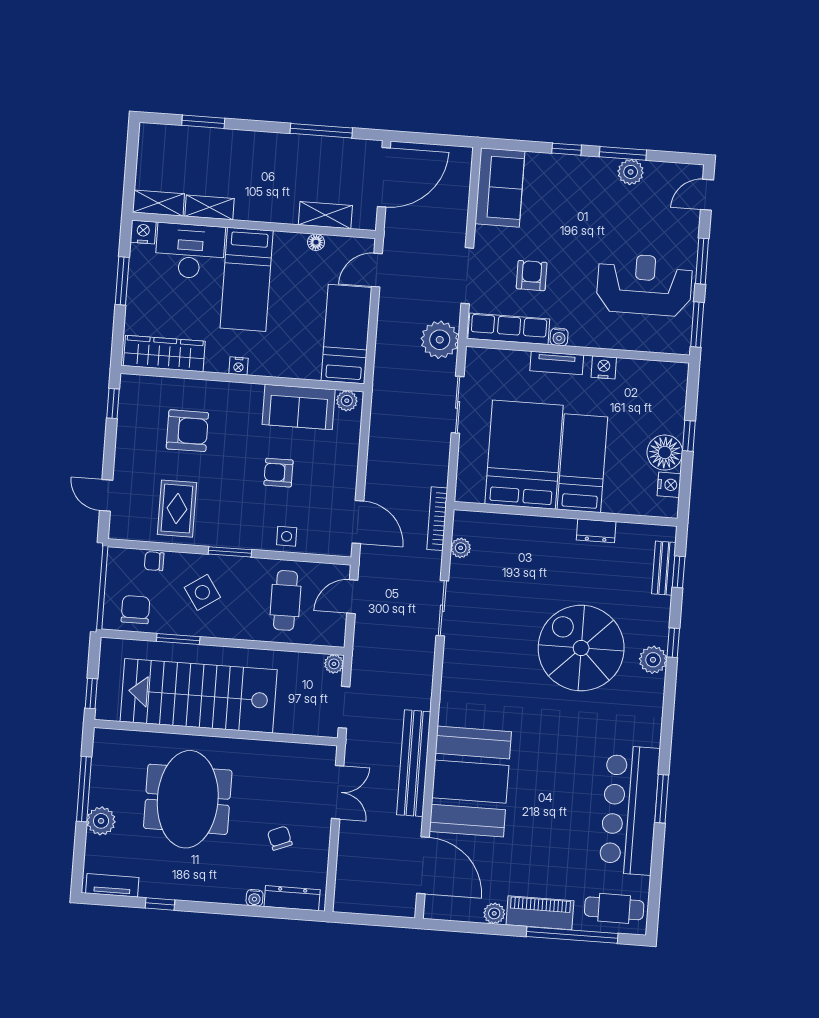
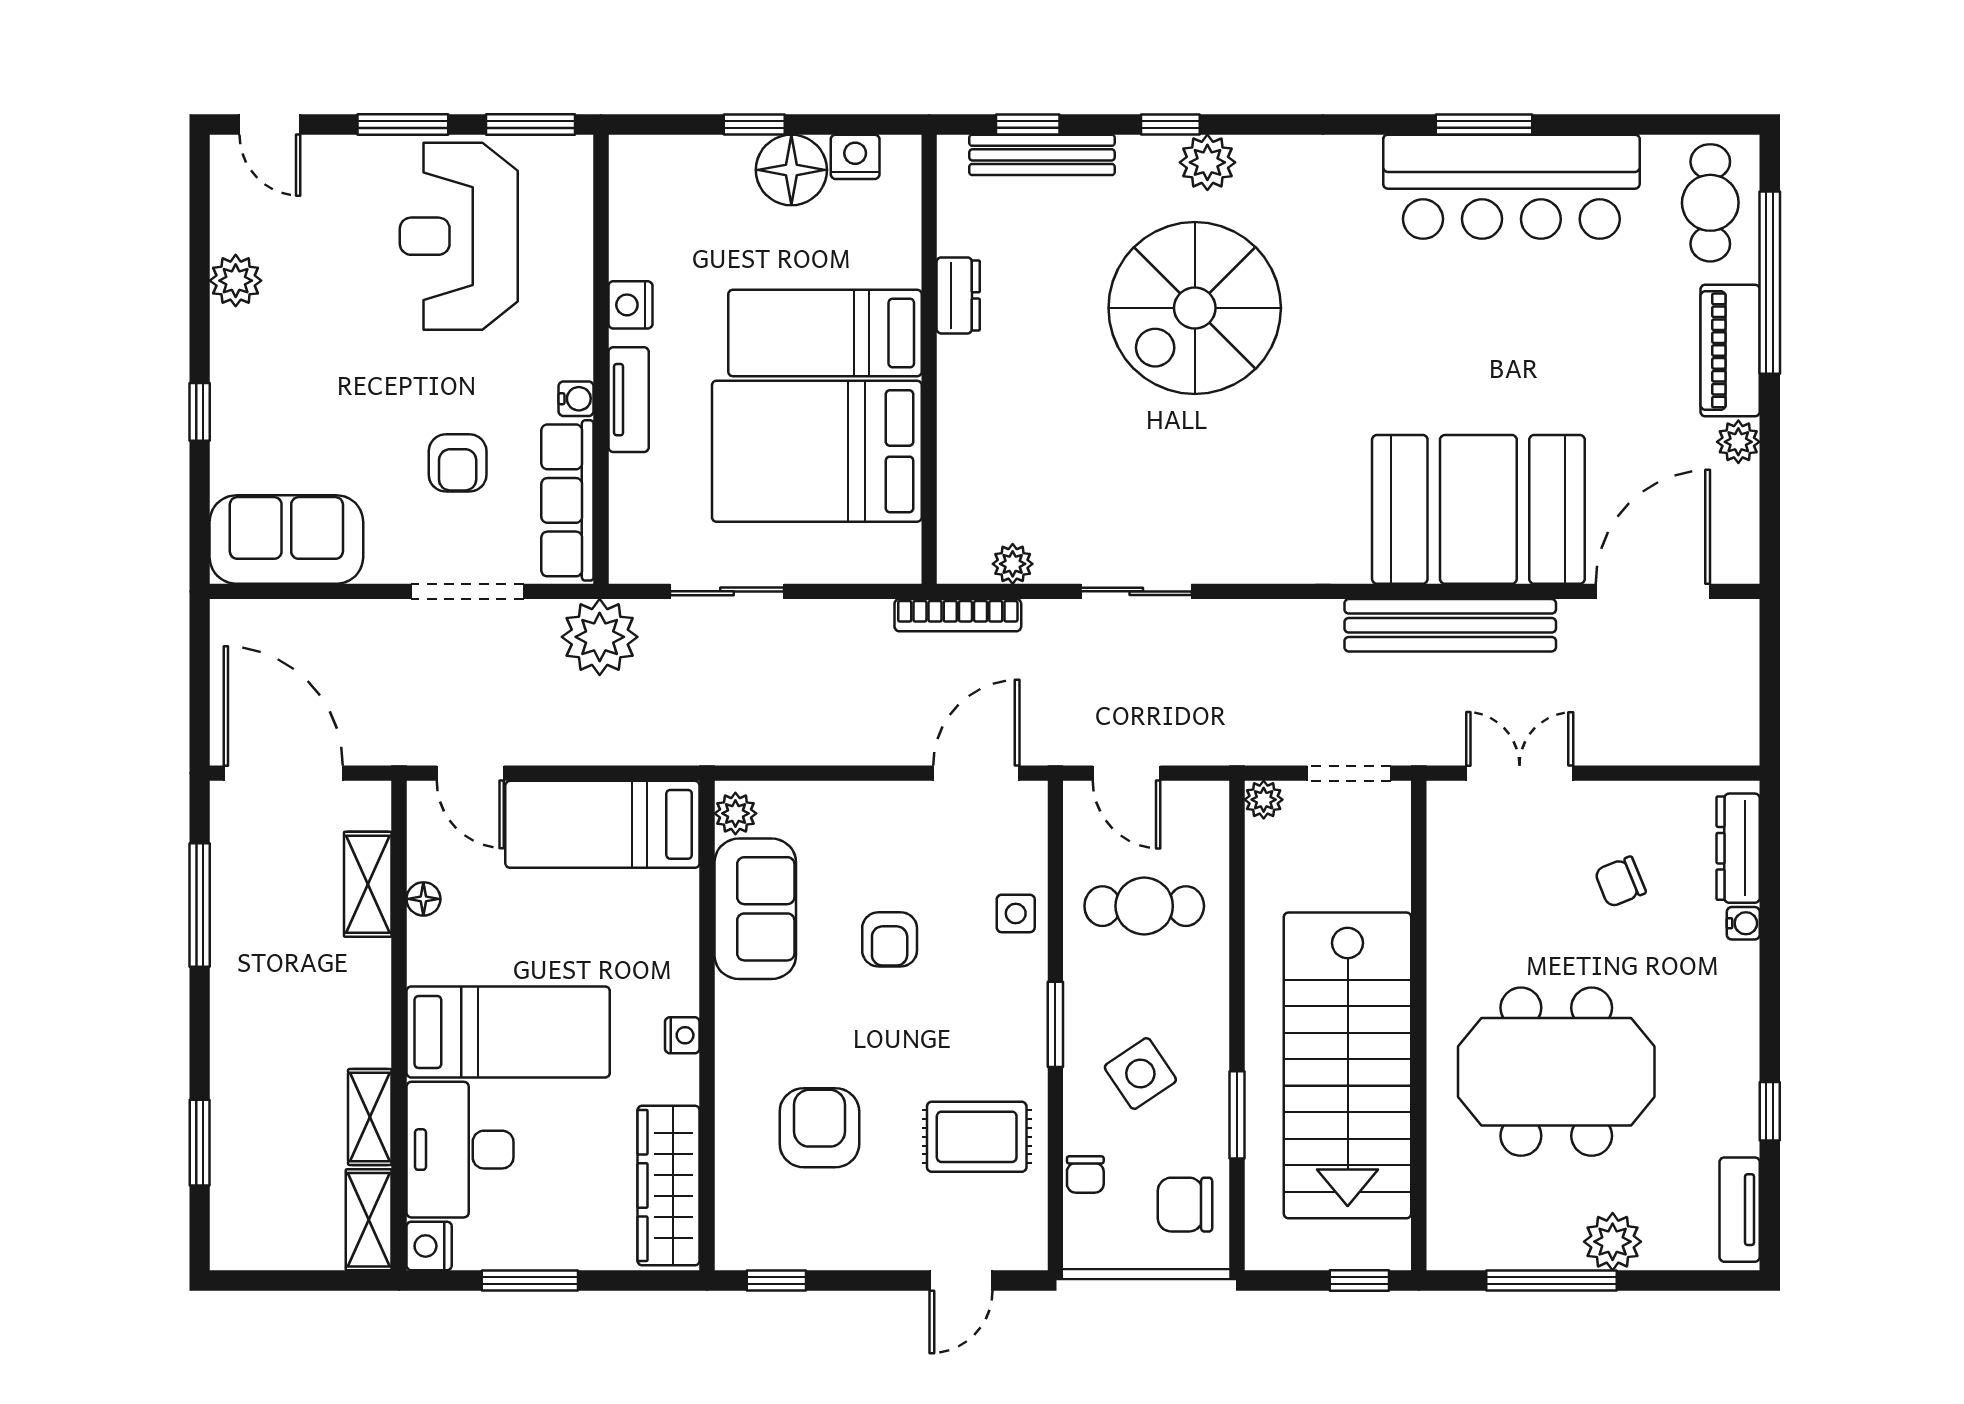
window: (623, 153) -> (200, 299), removed
armchair: (532, 276) -> (458, 463), turned -90
bench: (664, 568) -> (1042, 155), width x1.36

